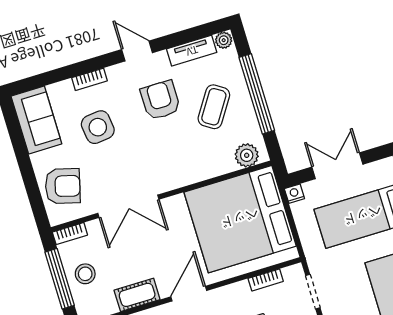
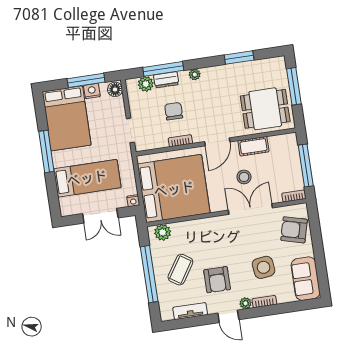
plant: (224, 40) -> (246, 303), moved
stool: (85, 274) -> (244, 177), moved
bookcase: (266, 280) -> (180, 141), moved

